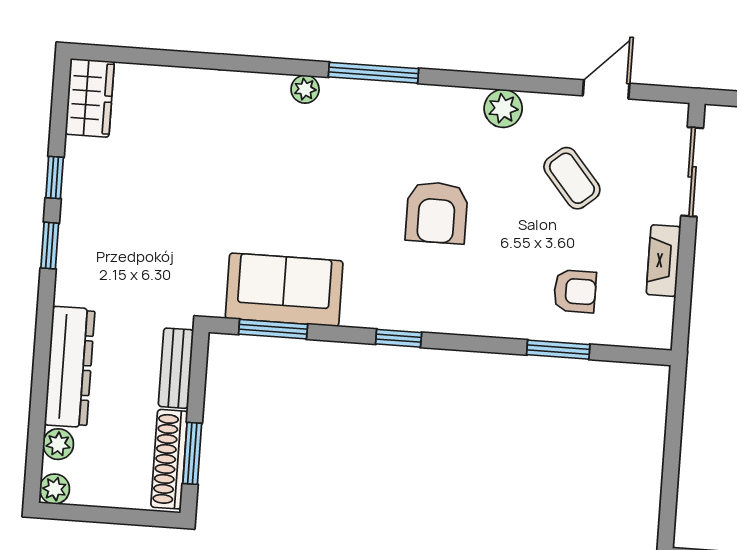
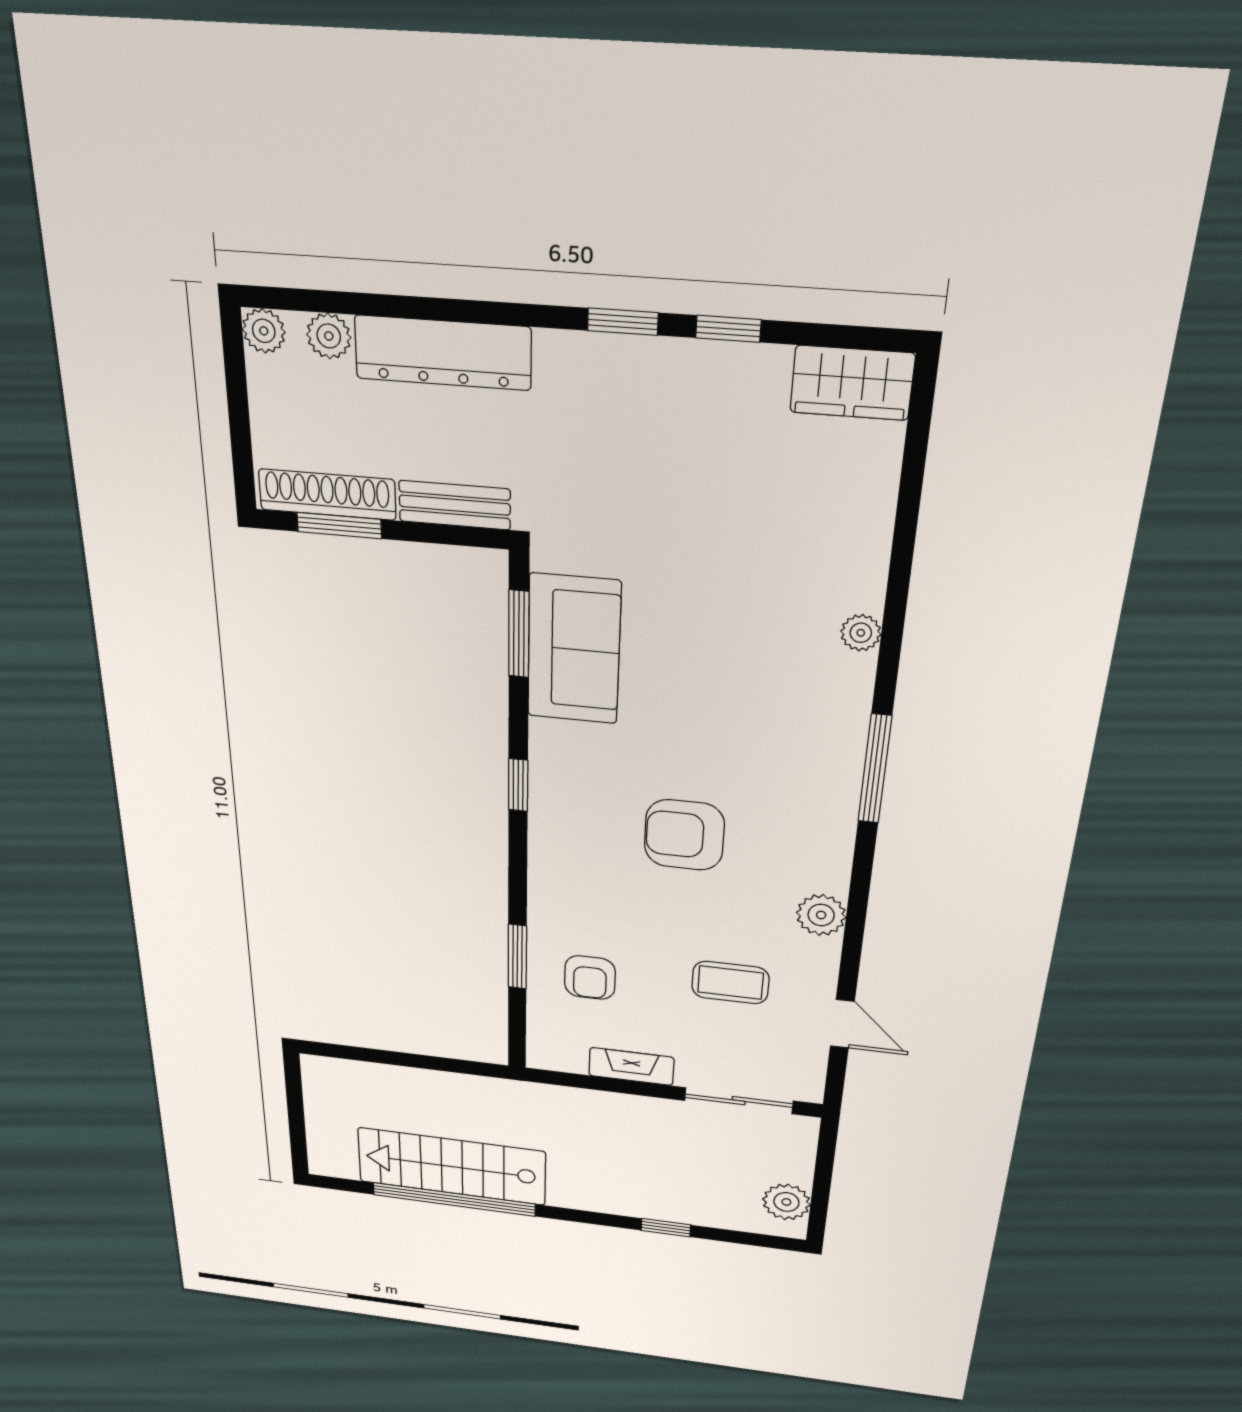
plant: (305, 89) -> (861, 633), moved
coffee table: (572, 178) -> (730, 983), turned 40

